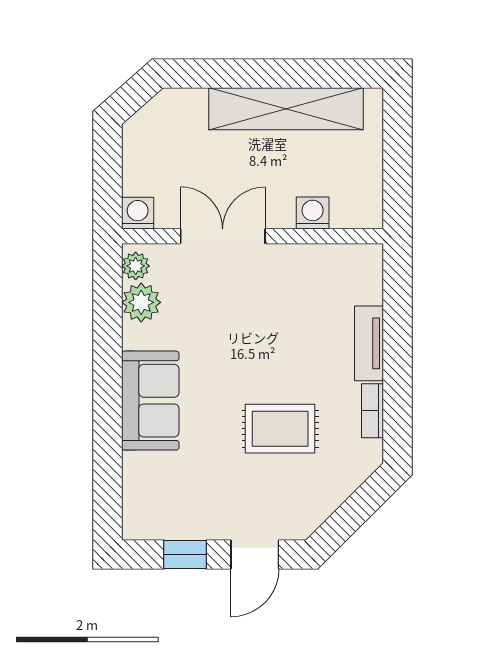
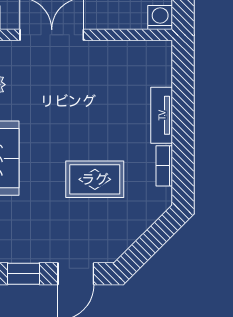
washing machine: (313, 213) -> (160, 17), moved

